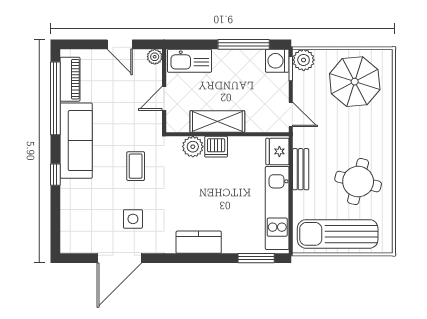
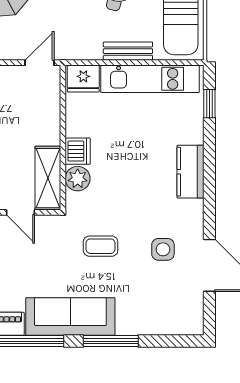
shelving: (217, 122) -> (48, 178), moved
bench: (301, 169) -> (128, 51), moved
window: (55, 175) -> (111, 341), width x2.17
window: (256, 258) -> (209, 104), width x0.67

